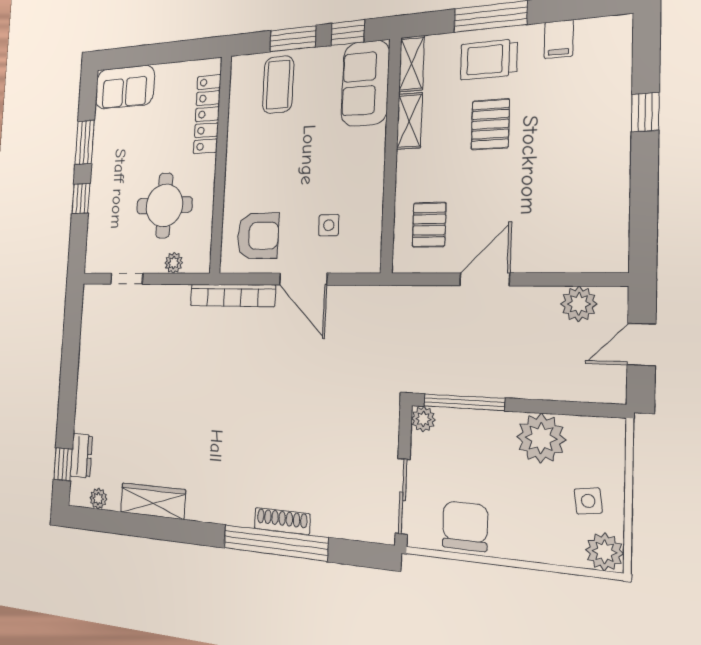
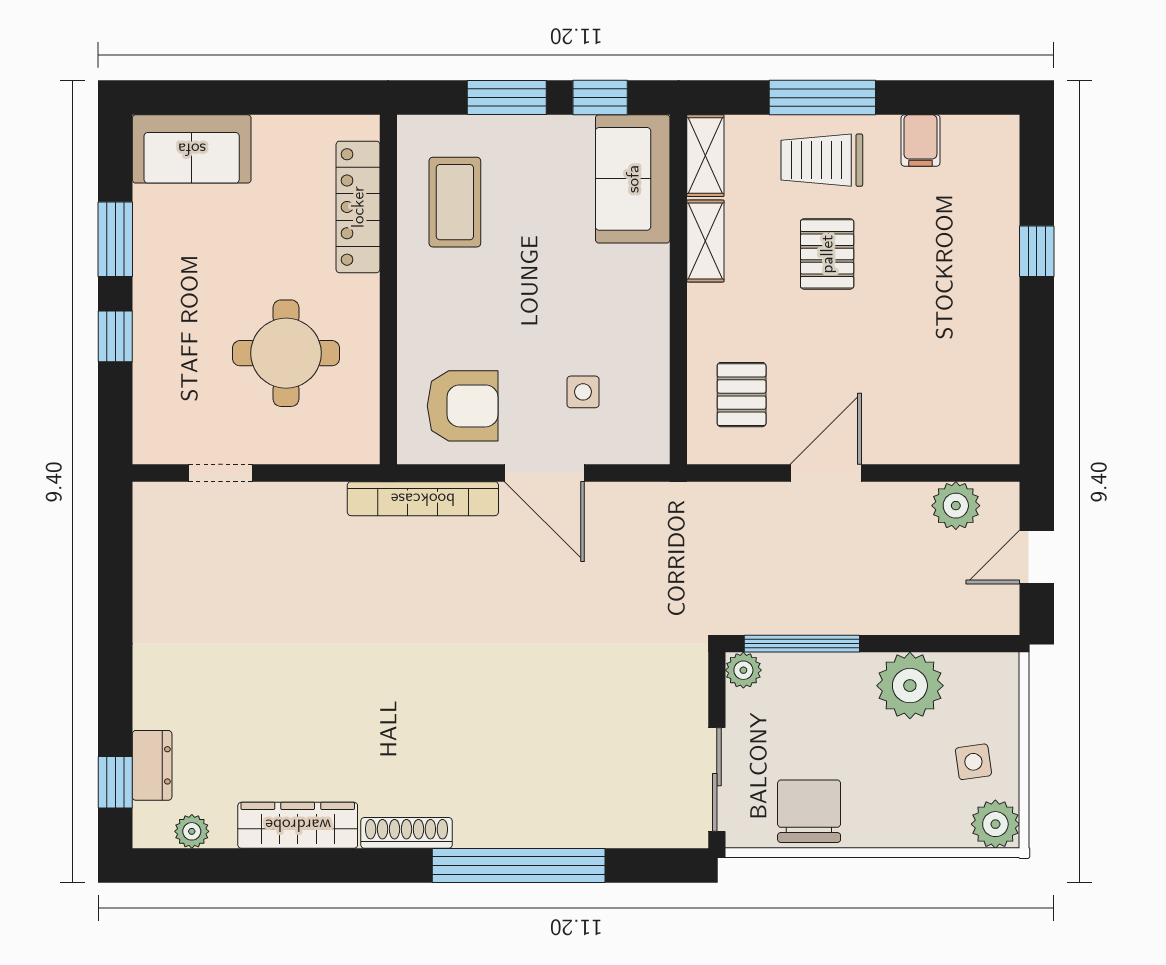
coffee table: (278, 85) -> (455, 202), moved
plant: (174, 263) -> (311, 447), removed
shoe rack: (282, 521) -> (406, 833), moved

